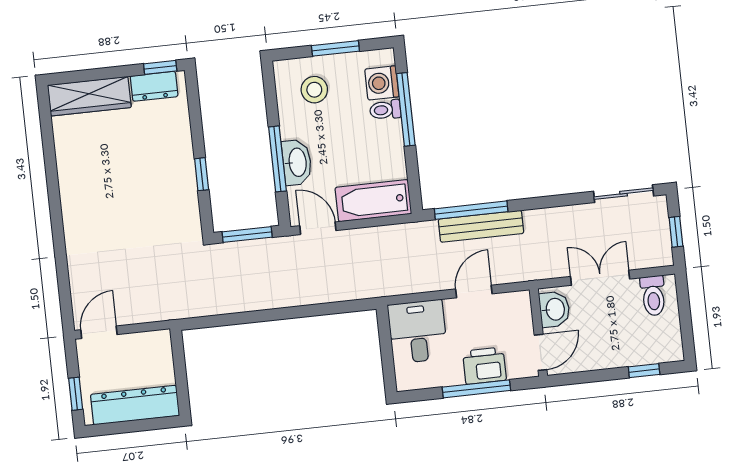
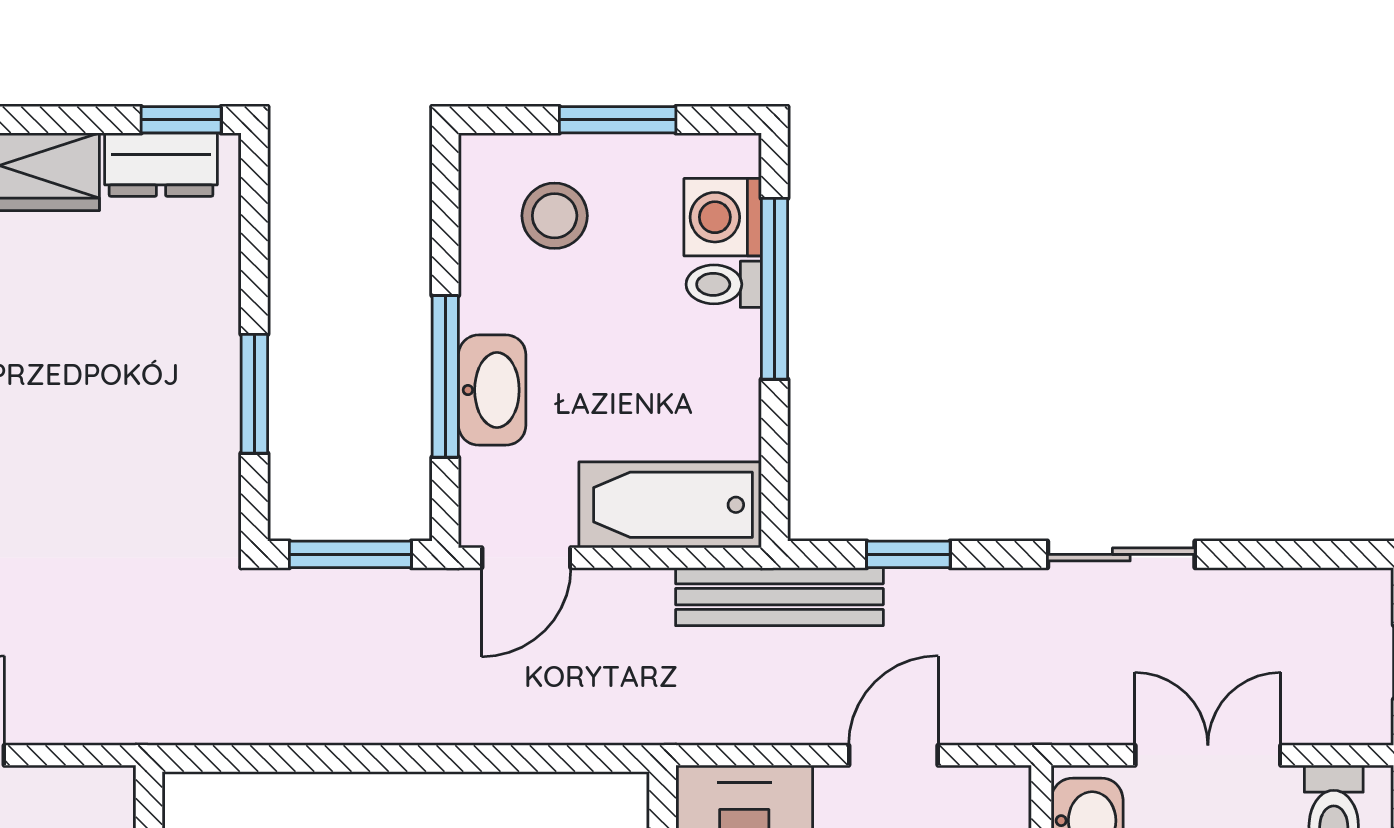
window: (202, 174) -> (254, 394), width x1.50
sliding door: (624, 194) -> (1121, 554), moved
window: (471, 210) -> (908, 554), width x0.46
bench: (481, 226) -> (779, 597), moved
door: (318, 228) -> (526, 558), swing flipped

